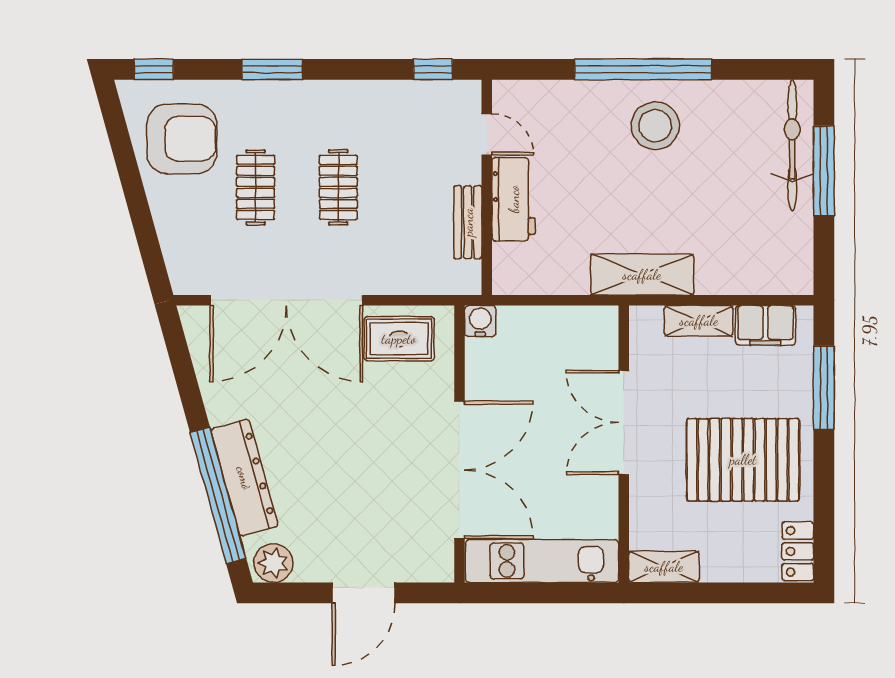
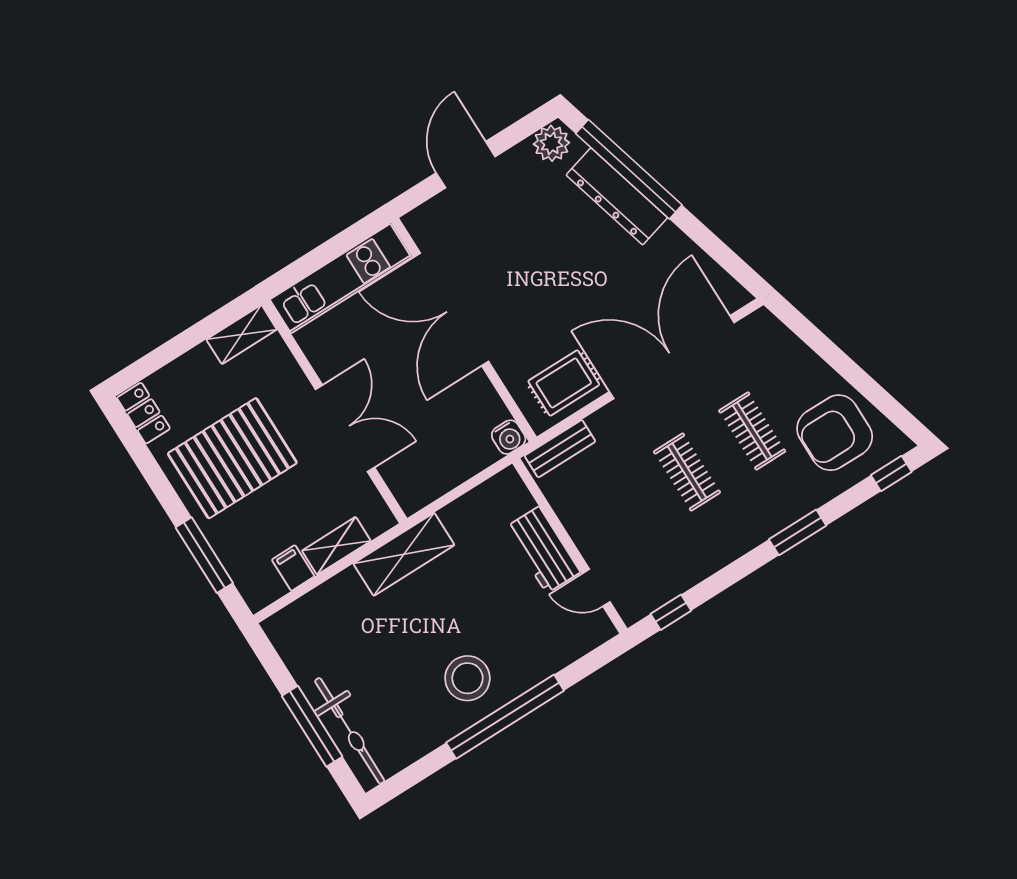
bench: (468, 222) -> (560, 449), moved, turned 90
filing cabinet: (766, 325) -> (293, 568), width x0.50

